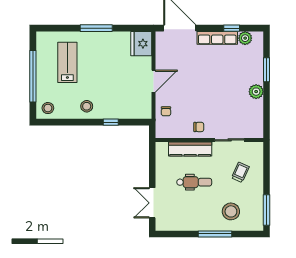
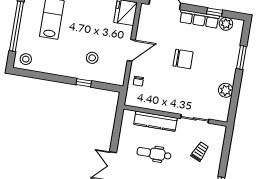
plant: (256, 92) -> (226, 90), moved
stool: (87, 106) -> (92, 58), moved
chair: (199, 127) -> (183, 59), moved, width x1.87, depth x1.87
dental chair: (194, 182) -> (154, 154), turned 180

